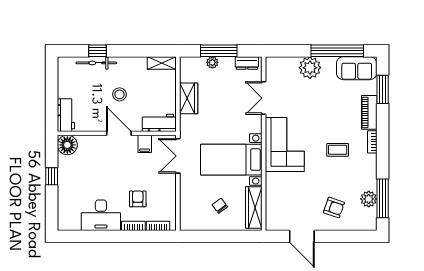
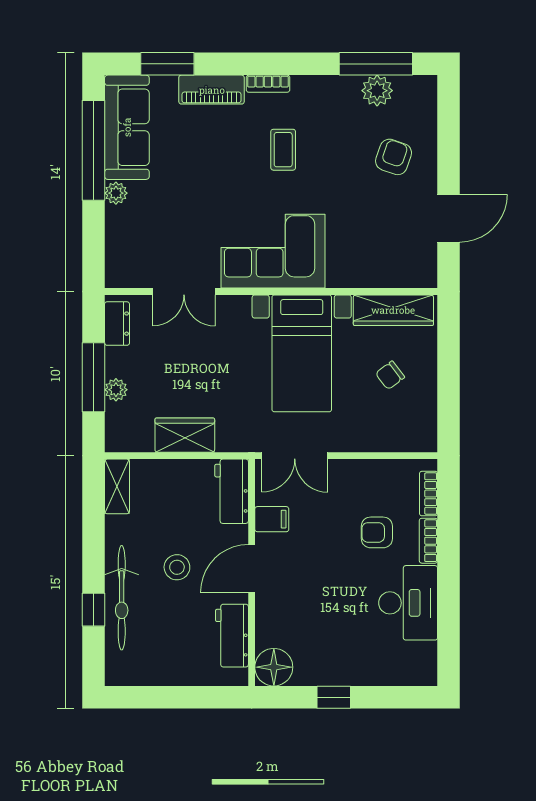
bicycle: (96, 63) -> (122, 598), width x1.37, depth x1.40
plant: (310, 68) -> (116, 193), width x0.53, depth x0.53
sofa: (357, 68) -> (127, 127), width x1.36
workbench: (66, 115) -> (232, 636), moved, turned -90

